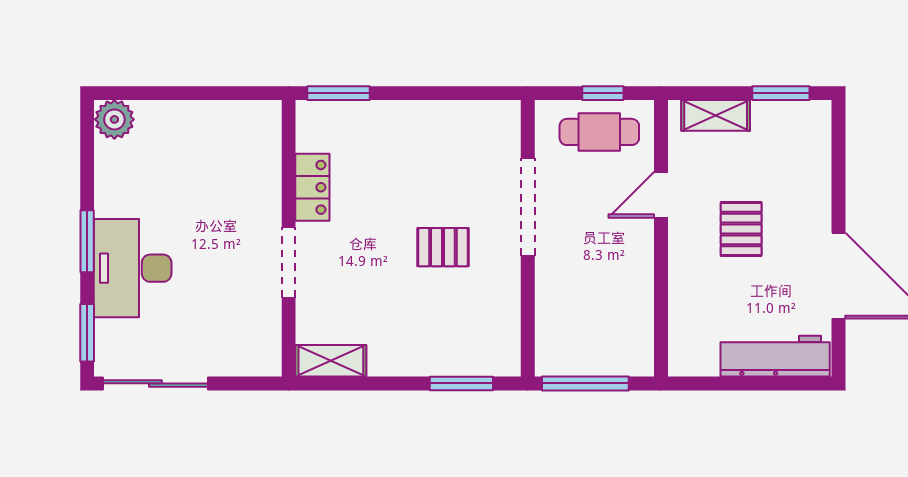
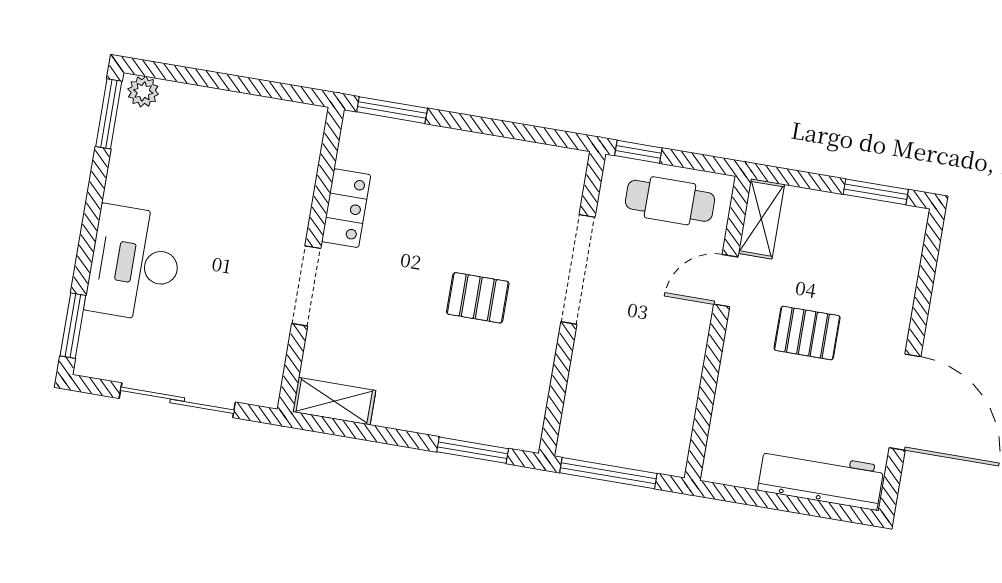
window: (603, 93) -> (638, 152), moved
shelving: (716, 115) -> (761, 219), moved, turned 90
plant: (114, 119) -> (143, 92), width x0.73, depth x0.73
pallet: (741, 229) -> (807, 333), turned 90
window: (87, 241) -> (109, 114), moved
sliding door: (155, 383) -> (177, 400), moved

